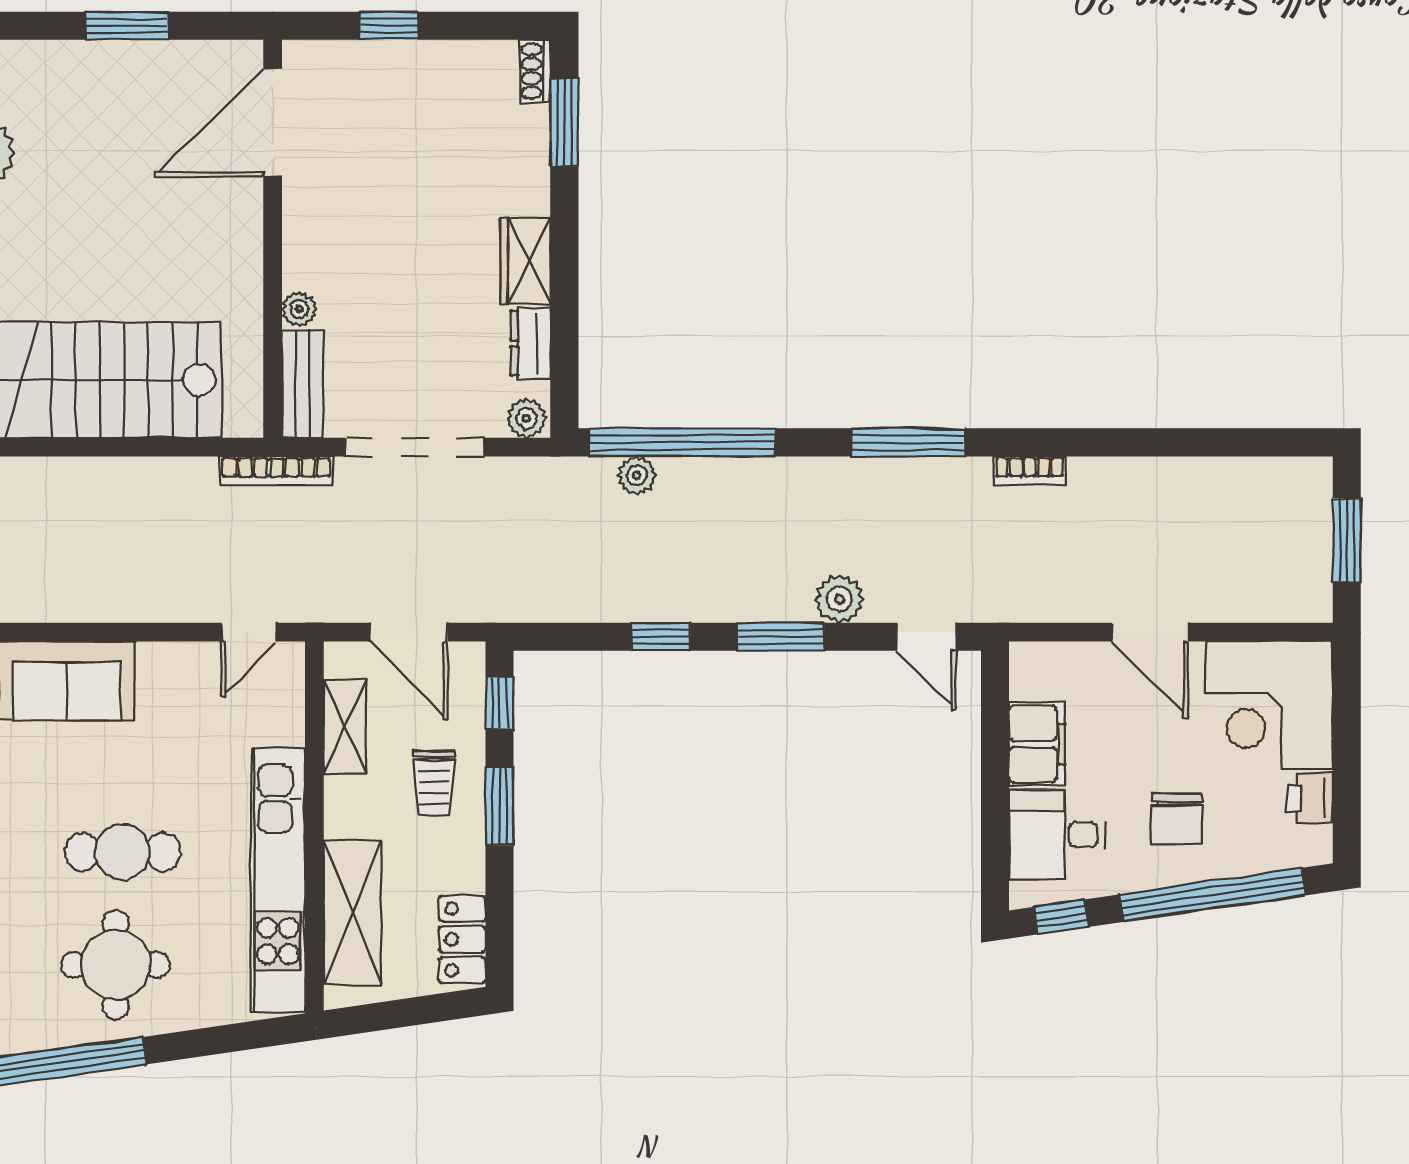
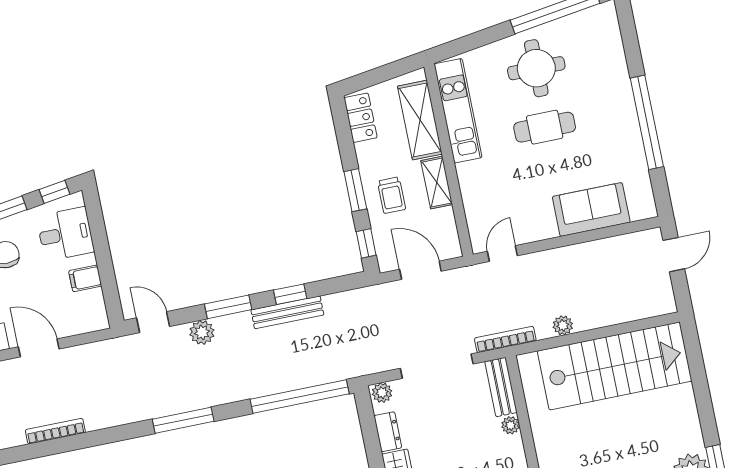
bookcase: (1030, 471) -> (55, 431), moved, width x1.56
plant: (637, 475) -> (563, 325), moved
bench: (673, 604) -> (287, 312), added
shelving: (345, 726) -> (437, 183), moved
filing cabinet: (1037, 744) -> (85, 278), width x0.50
trolley: (434, 783) -> (392, 195), turned 180
kitchen unit: (278, 880) -> (458, 111), width x0.73

